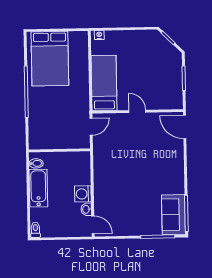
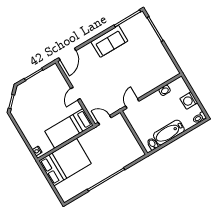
bed: (50, 59) -> (65, 162), moved
washing machine: (83, 194) -> (189, 101), moved, turned 90
sofa: (174, 215) -> (109, 41), moved
door: (93, 225) -> (132, 103), moved

